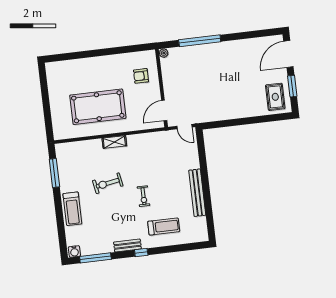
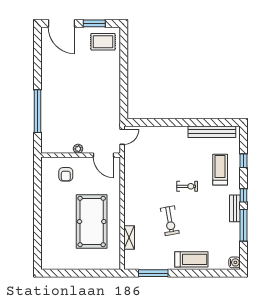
plant: (164, 53) -> (78, 149), moved
shelving: (114, 142) -> (129, 237), moved
bench: (197, 193) -> (212, 132), moved
window: (175, 248) -> (244, 161), added
window: (95, 258) -> (244, 225), moved

